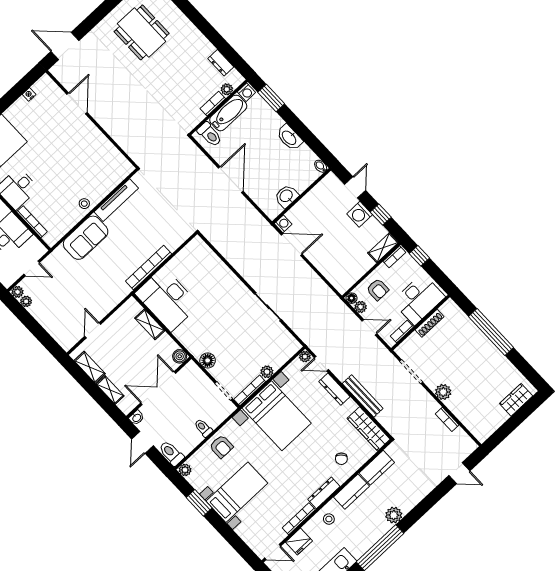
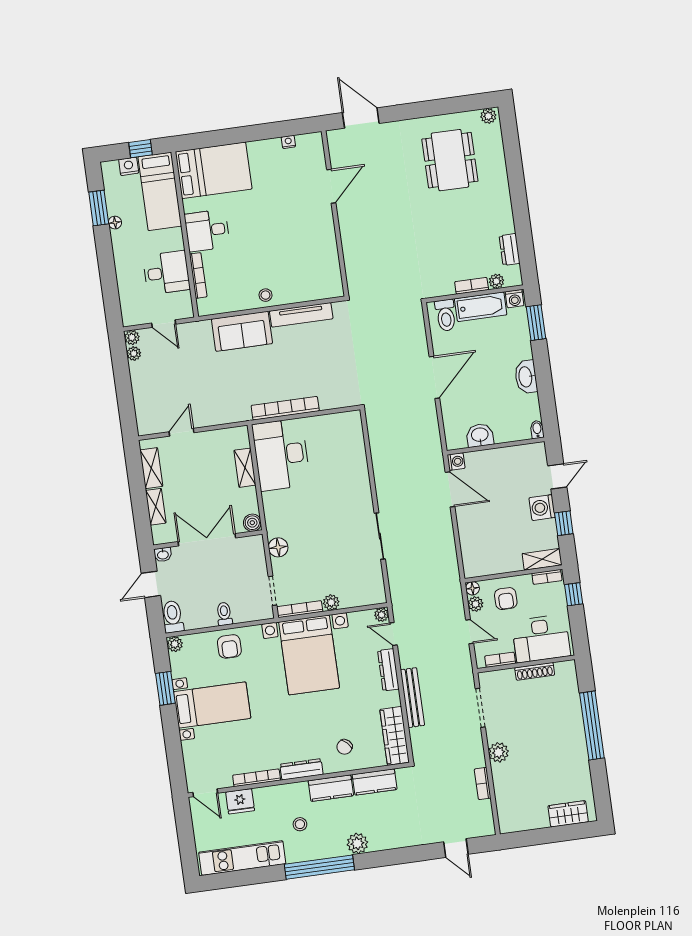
stool: (329, 519) -> (300, 824), moved

